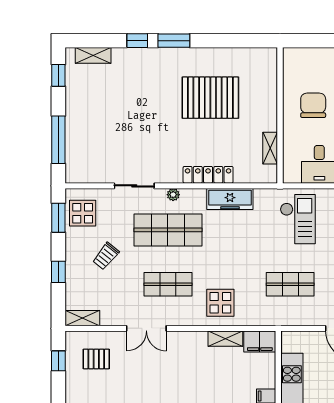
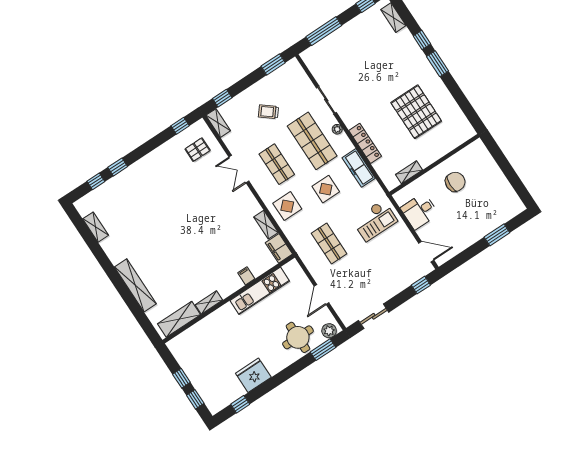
display table: (83, 213) -> (326, 189), moved
window: (58, 272) -> (222, 98), moved
pallet: (96, 359) -> (198, 150), turned 90

